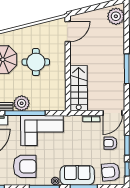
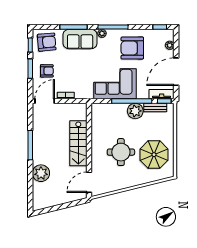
plant: (116, 16) -> (41, 173), moved
stairs: (79, 88) -> (78, 143), moved

